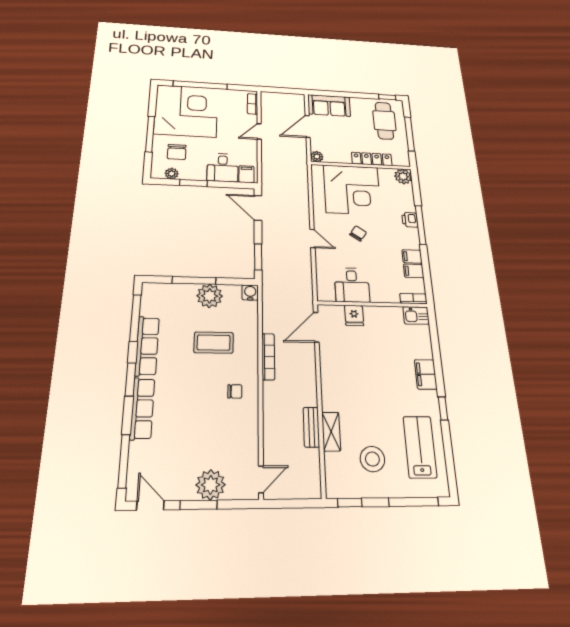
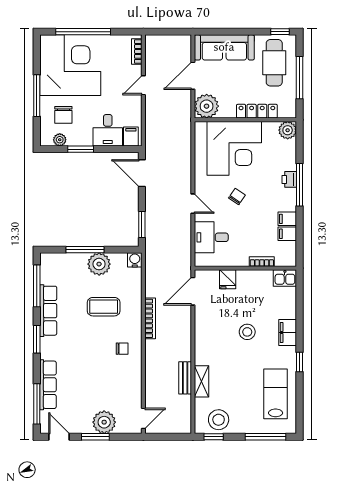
sofa: (329, 105) -> (224, 47), width x1.36
plant: (317, 157) -> (207, 106), width x1.87, depth x1.87
desk: (352, 285) -> (211, 237), moved, turned 90
bookcase: (413, 299) -> (262, 262), moved
stool: (380, 373) -> (247, 332), added
row of seats: (142, 408) -> (48, 385), moved
stool: (372, 459) -> (219, 420), moved

